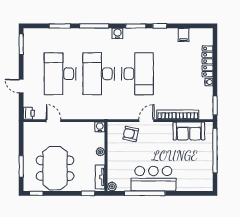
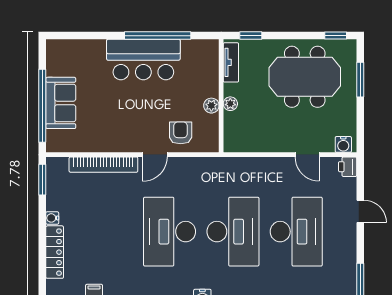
water cooler: (100, 127) -> (343, 144), moved
sofa: (189, 131) -> (61, 103), moved, turned 90
armchair: (131, 134) -> (181, 133), turned -102
meeting table: (55, 168) -> (305, 77), turned 90
plant: (112, 186) -> (211, 106), moved

